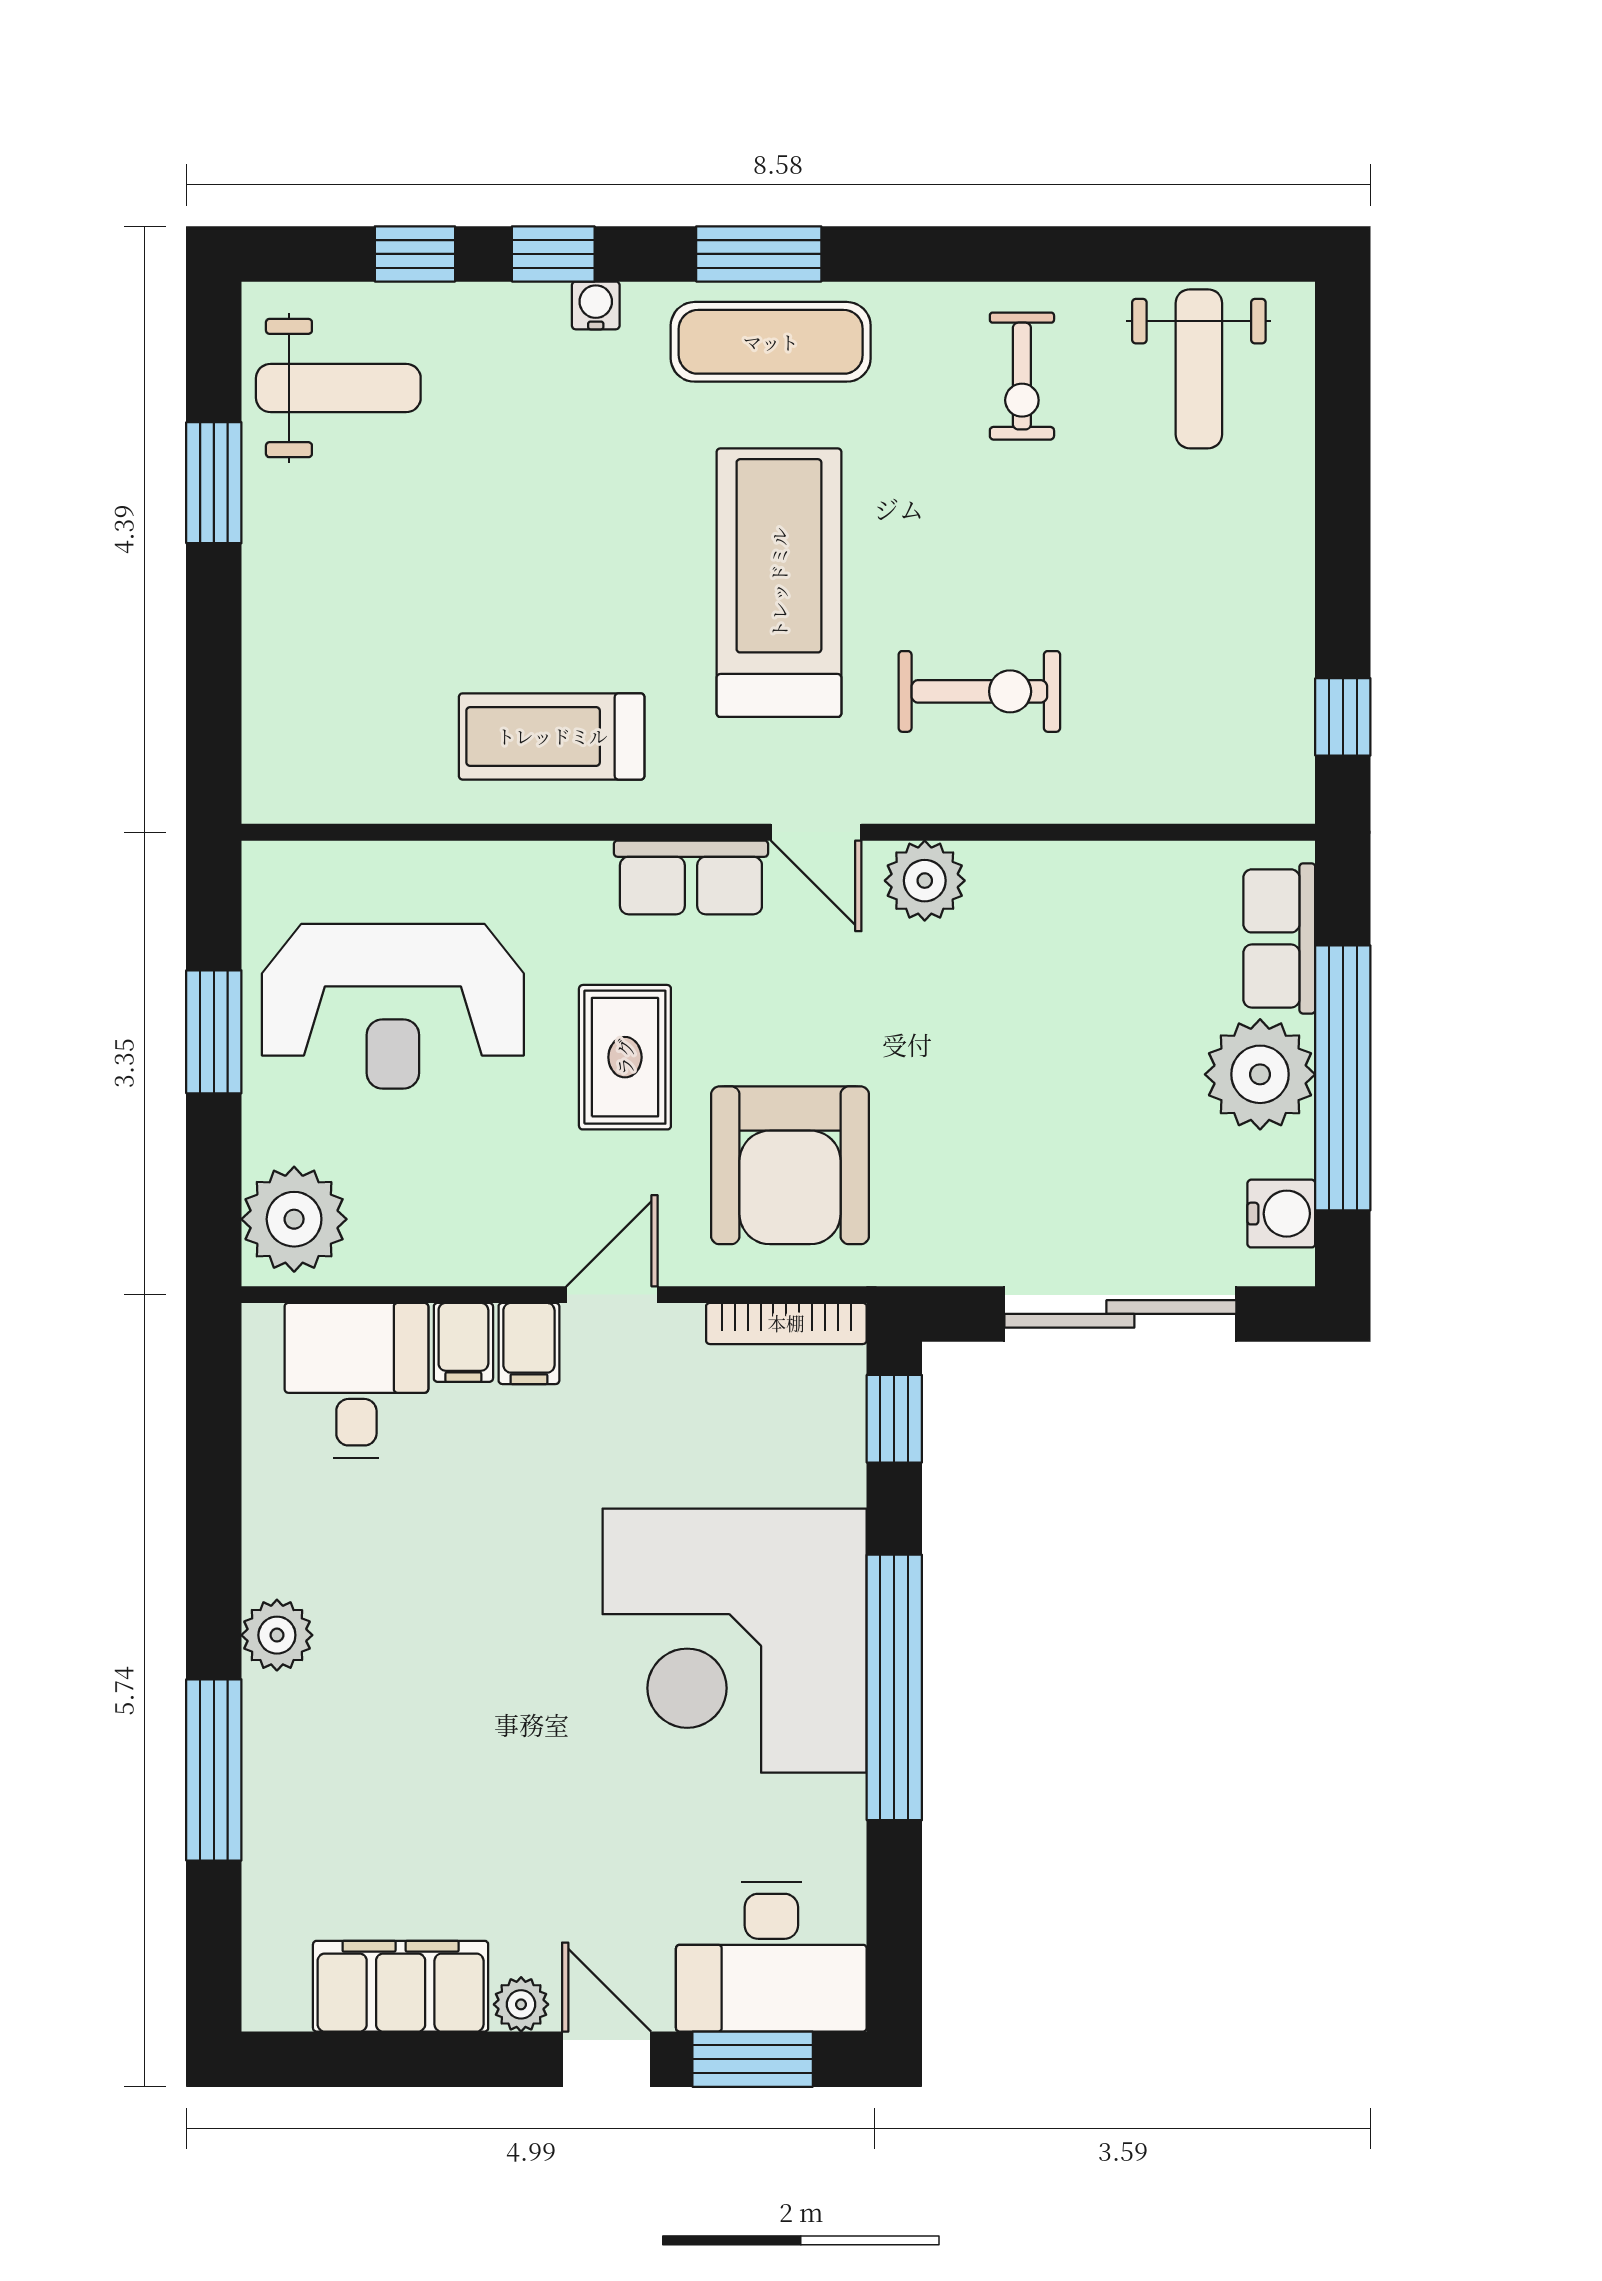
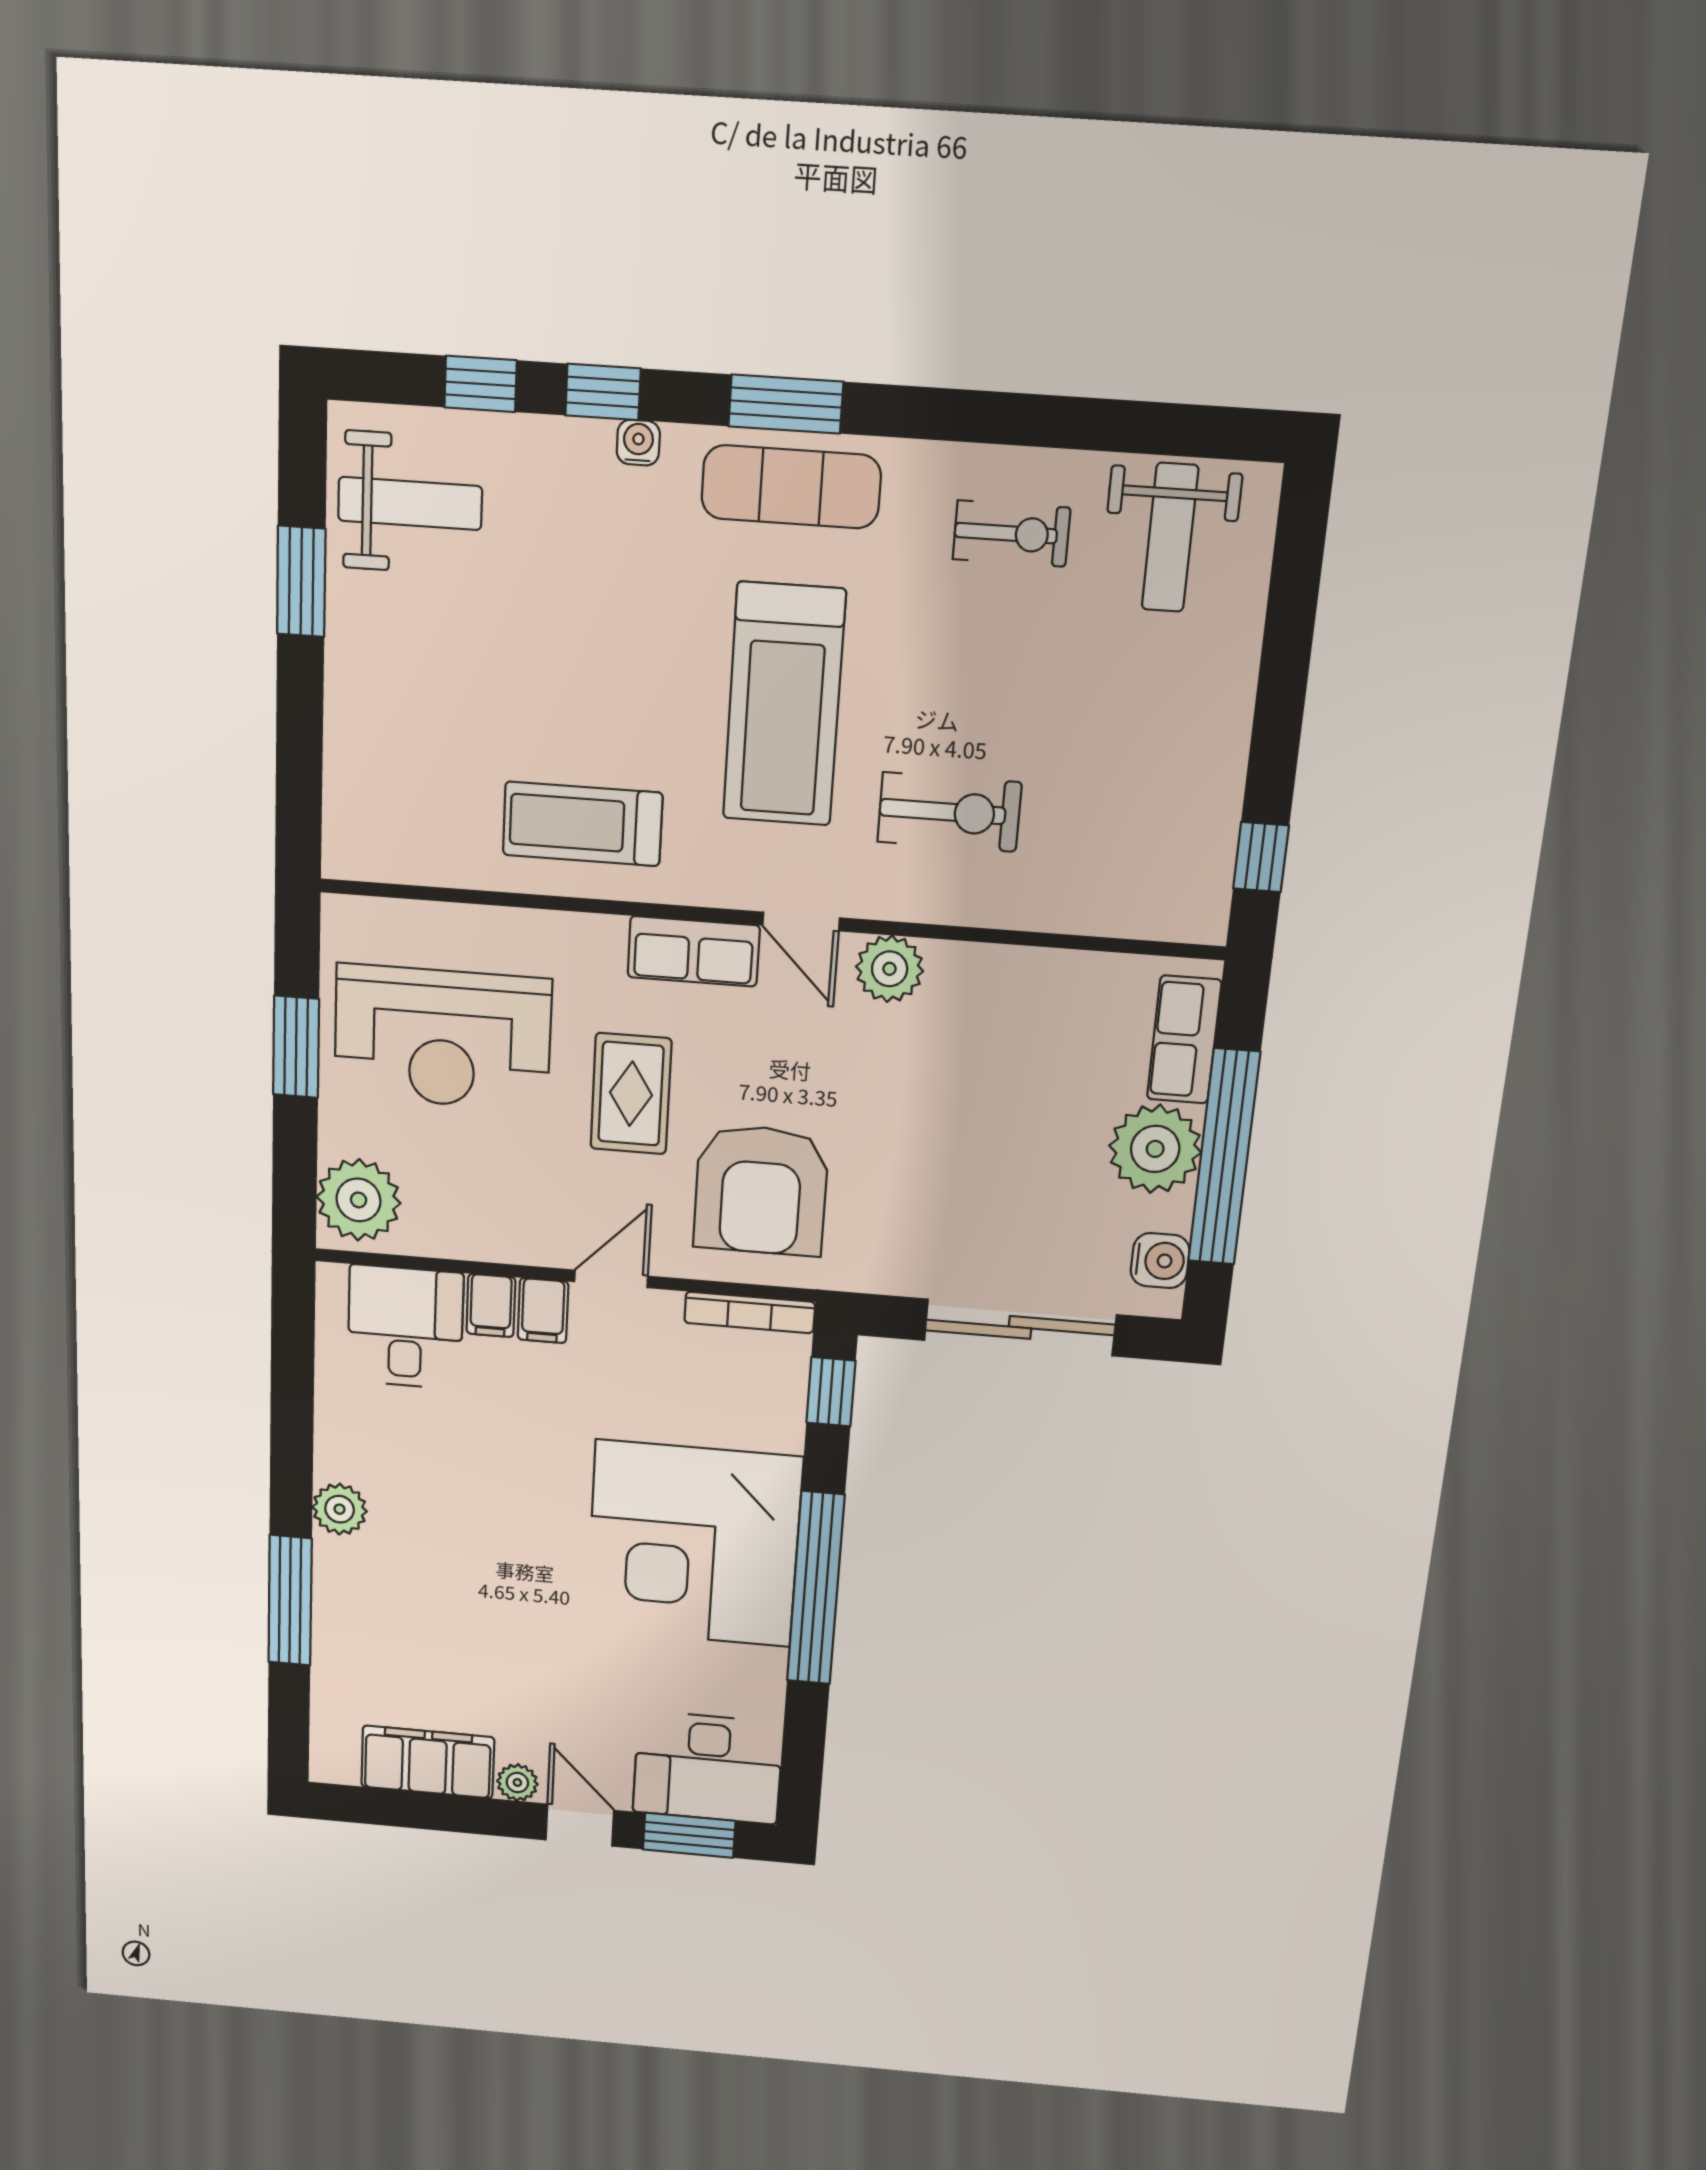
exercise bike: (1022, 376) -> (1011, 533), turned -90
treadmill: (779, 583) -> (784, 705), turned 180

